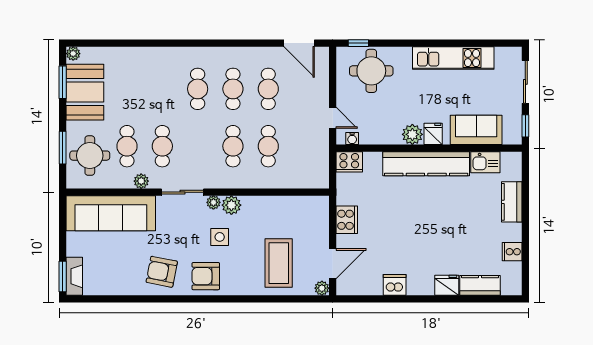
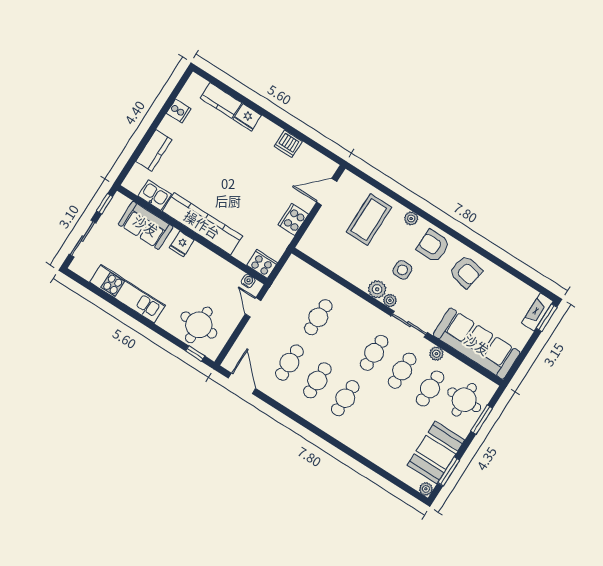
plant: (412, 134) -> (198, 254), removed
cafe table: (233, 146) -> (374, 353), moved
armchair: (206, 276) -> (433, 246), turned 180
plant: (322, 288) -> (411, 218), moved

